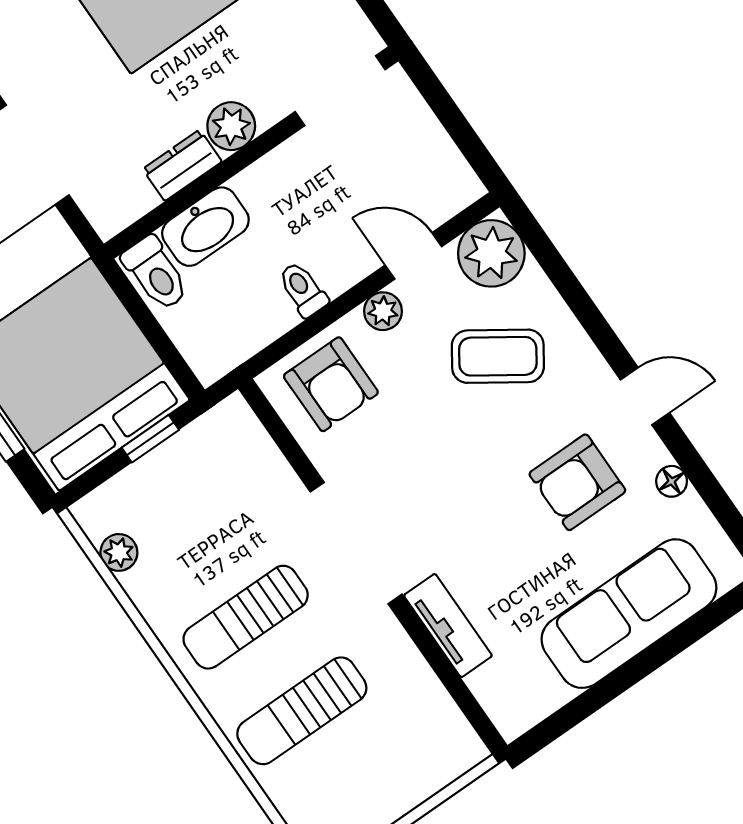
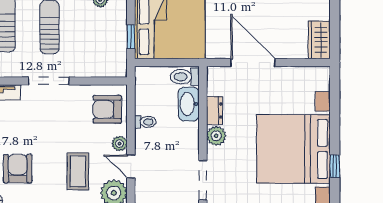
door: (413, 256) -> (131, 166), swing flipped
coffee table: (498, 356) -> (78, 171), turned -34
doorway: (356, 543) -> (49, 81), width x0.73

